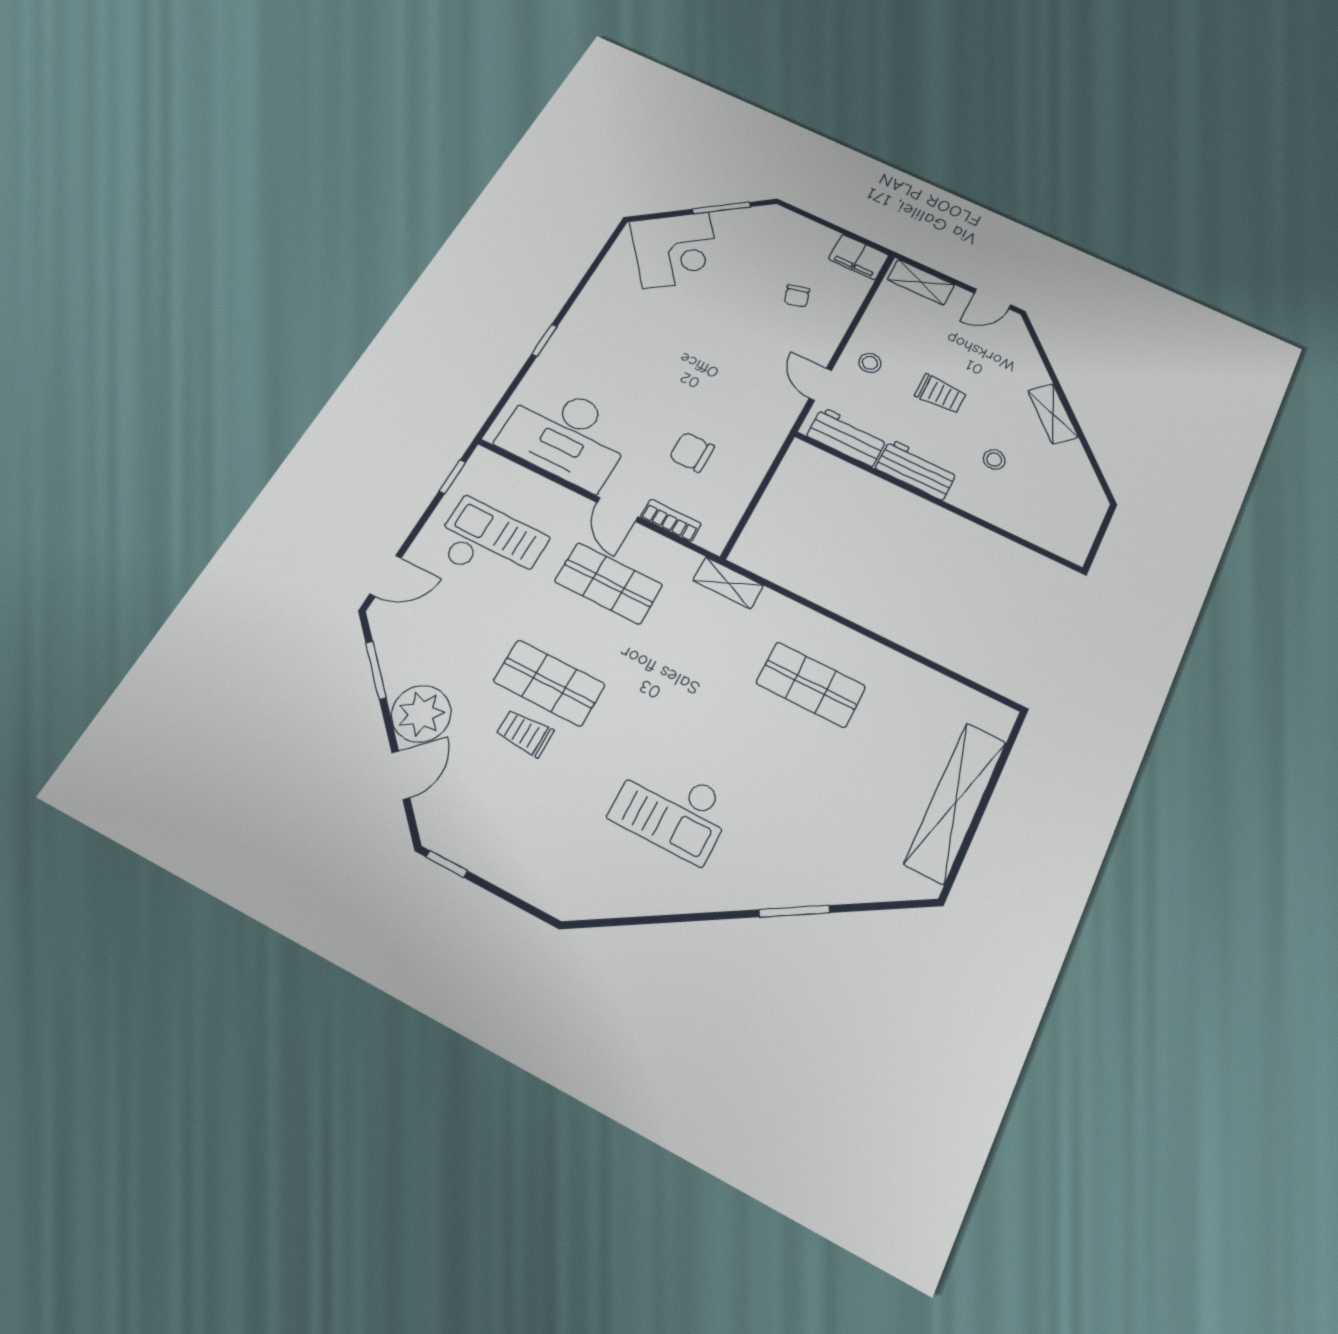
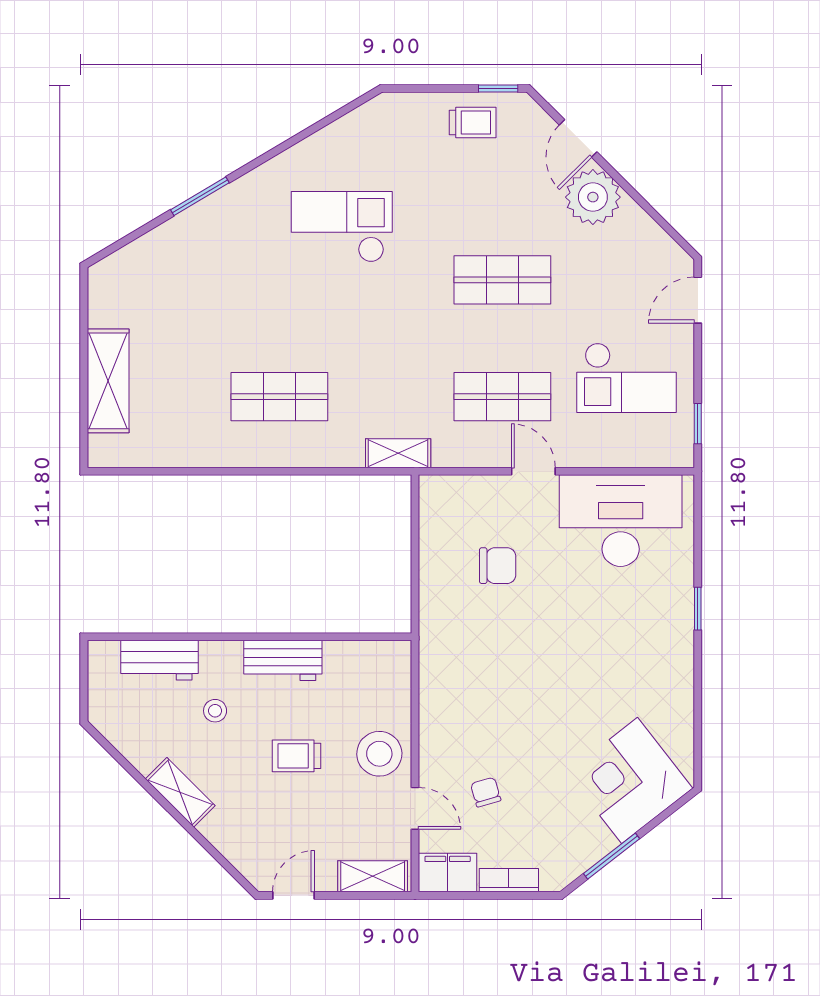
stool: (870, 363) -> (379, 754), width x1.89, depth x1.89
door: (820, 384) -> (415, 808), moved
workbench: (847, 437) -> (160, 660), moved
bookcase: (671, 520) -> (509, 880), moved, turned 180
window: (376, 670) -> (653, 214), removed
trolley: (525, 733) -> (473, 122), moved
shelving: (956, 802) -> (108, 381), width x0.68

